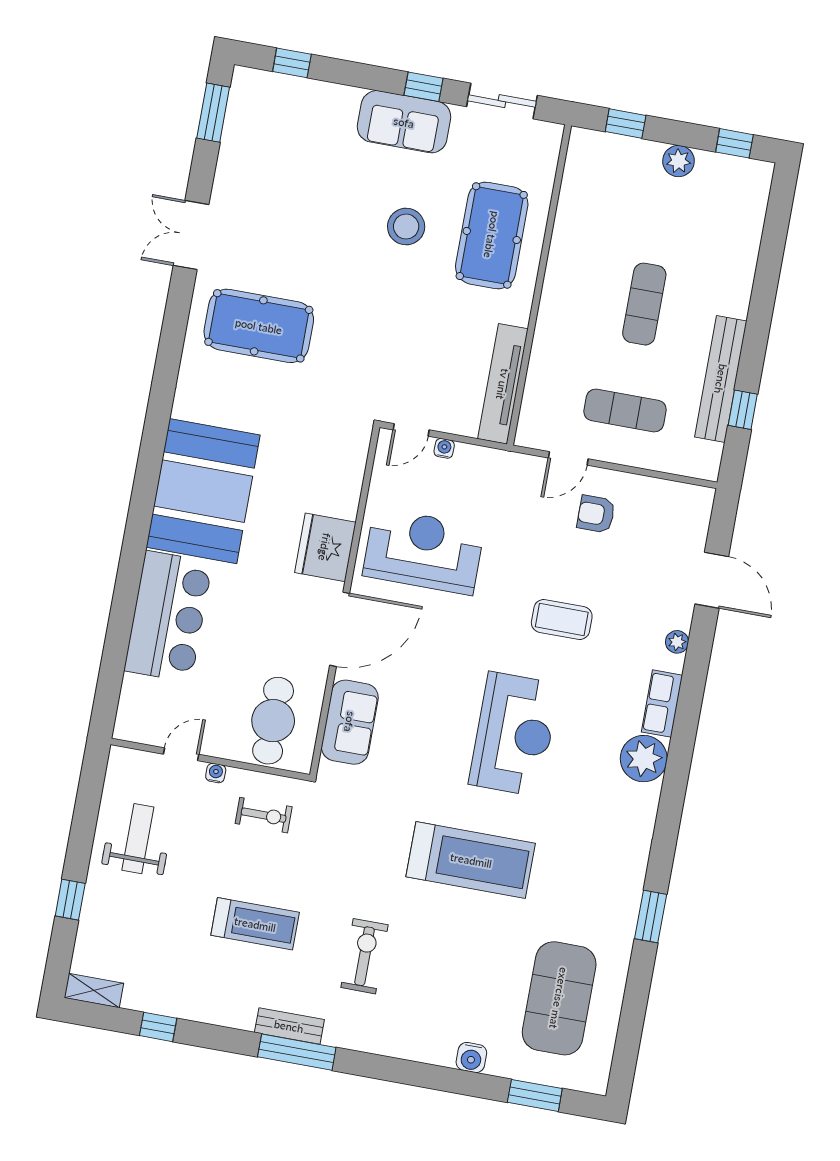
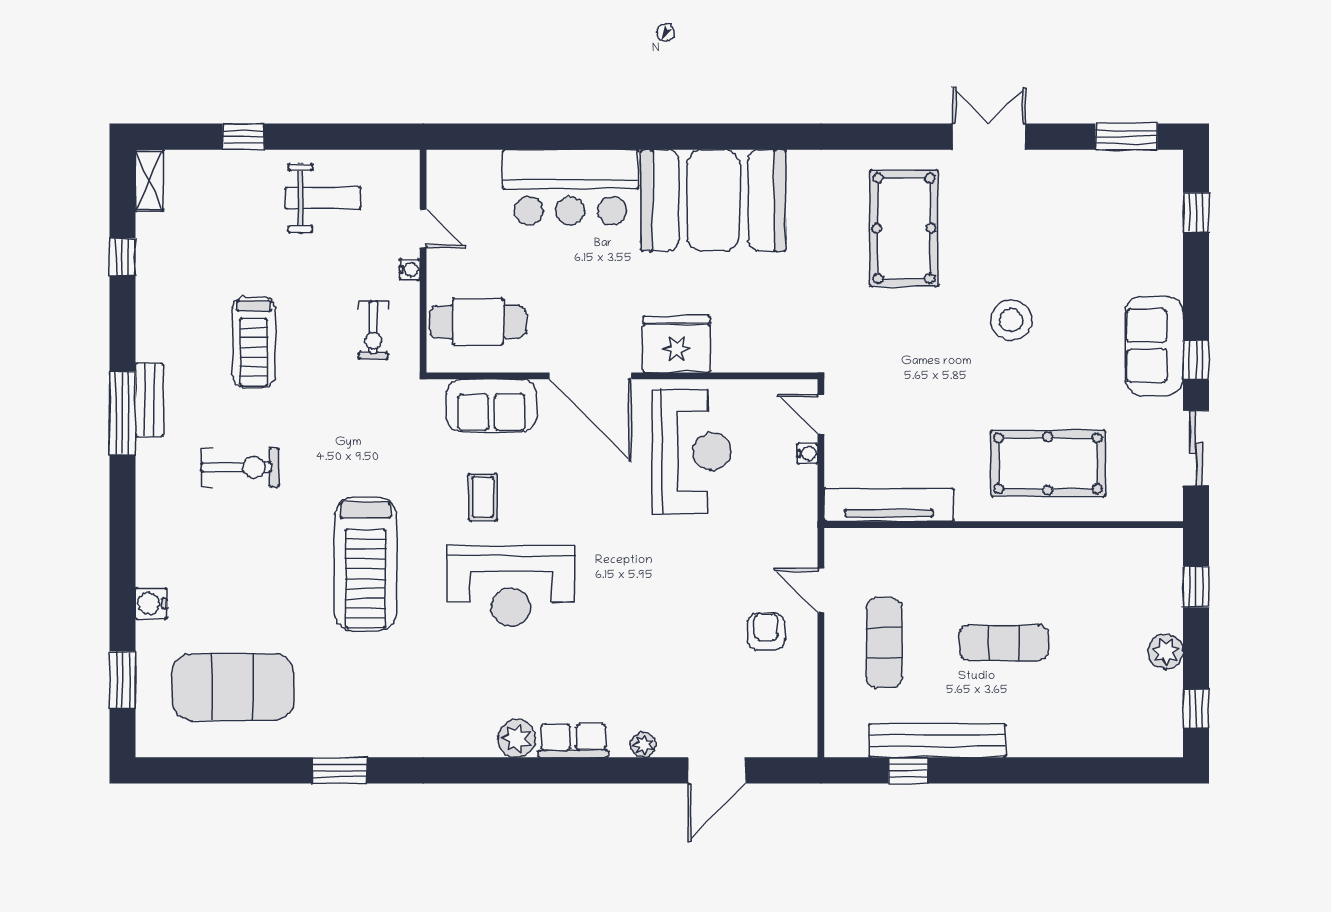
stool: (406, 227) -> (1011, 320), moved
coffee table: (562, 619) -> (483, 497), moved, width x0.73, depth x0.77
plant: (644, 759) -> (517, 739), width x0.73, depth x0.73

